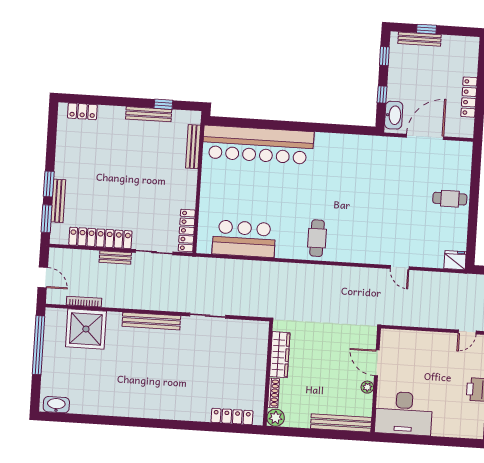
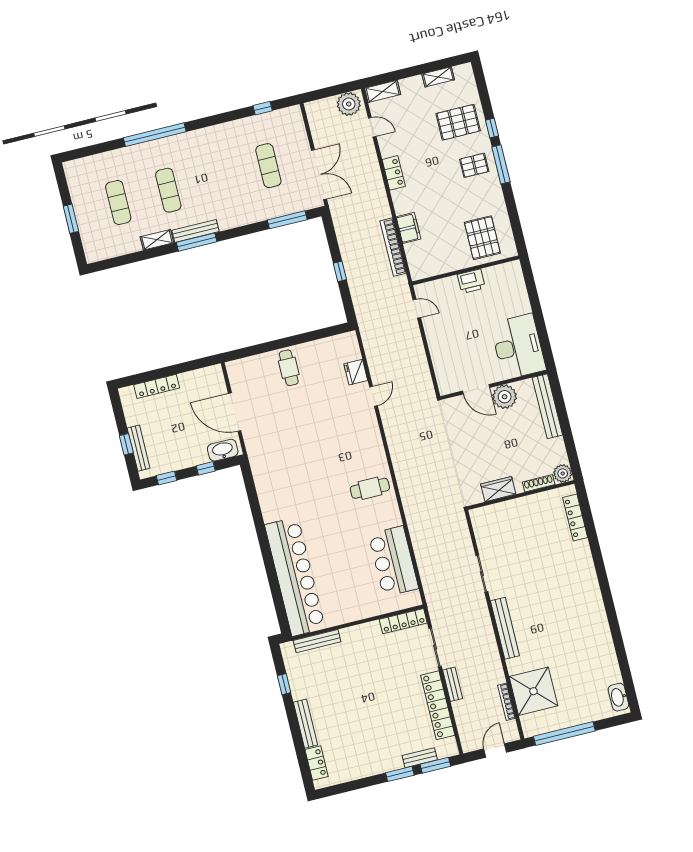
locker: (469, 97) -> (157, 386), moved
bench: (149, 114) -> (305, 724), moved
bench: (58, 201) -> (420, 758), width x0.73
fridge: (455, 260) -> (356, 372), moved
wardrobe: (280, 355) -> (498, 489), width x0.67
door: (377, 363) -> (476, 389), hinge flipped
plant: (367, 387) -> (505, 397), width x1.87, depth x1.87

